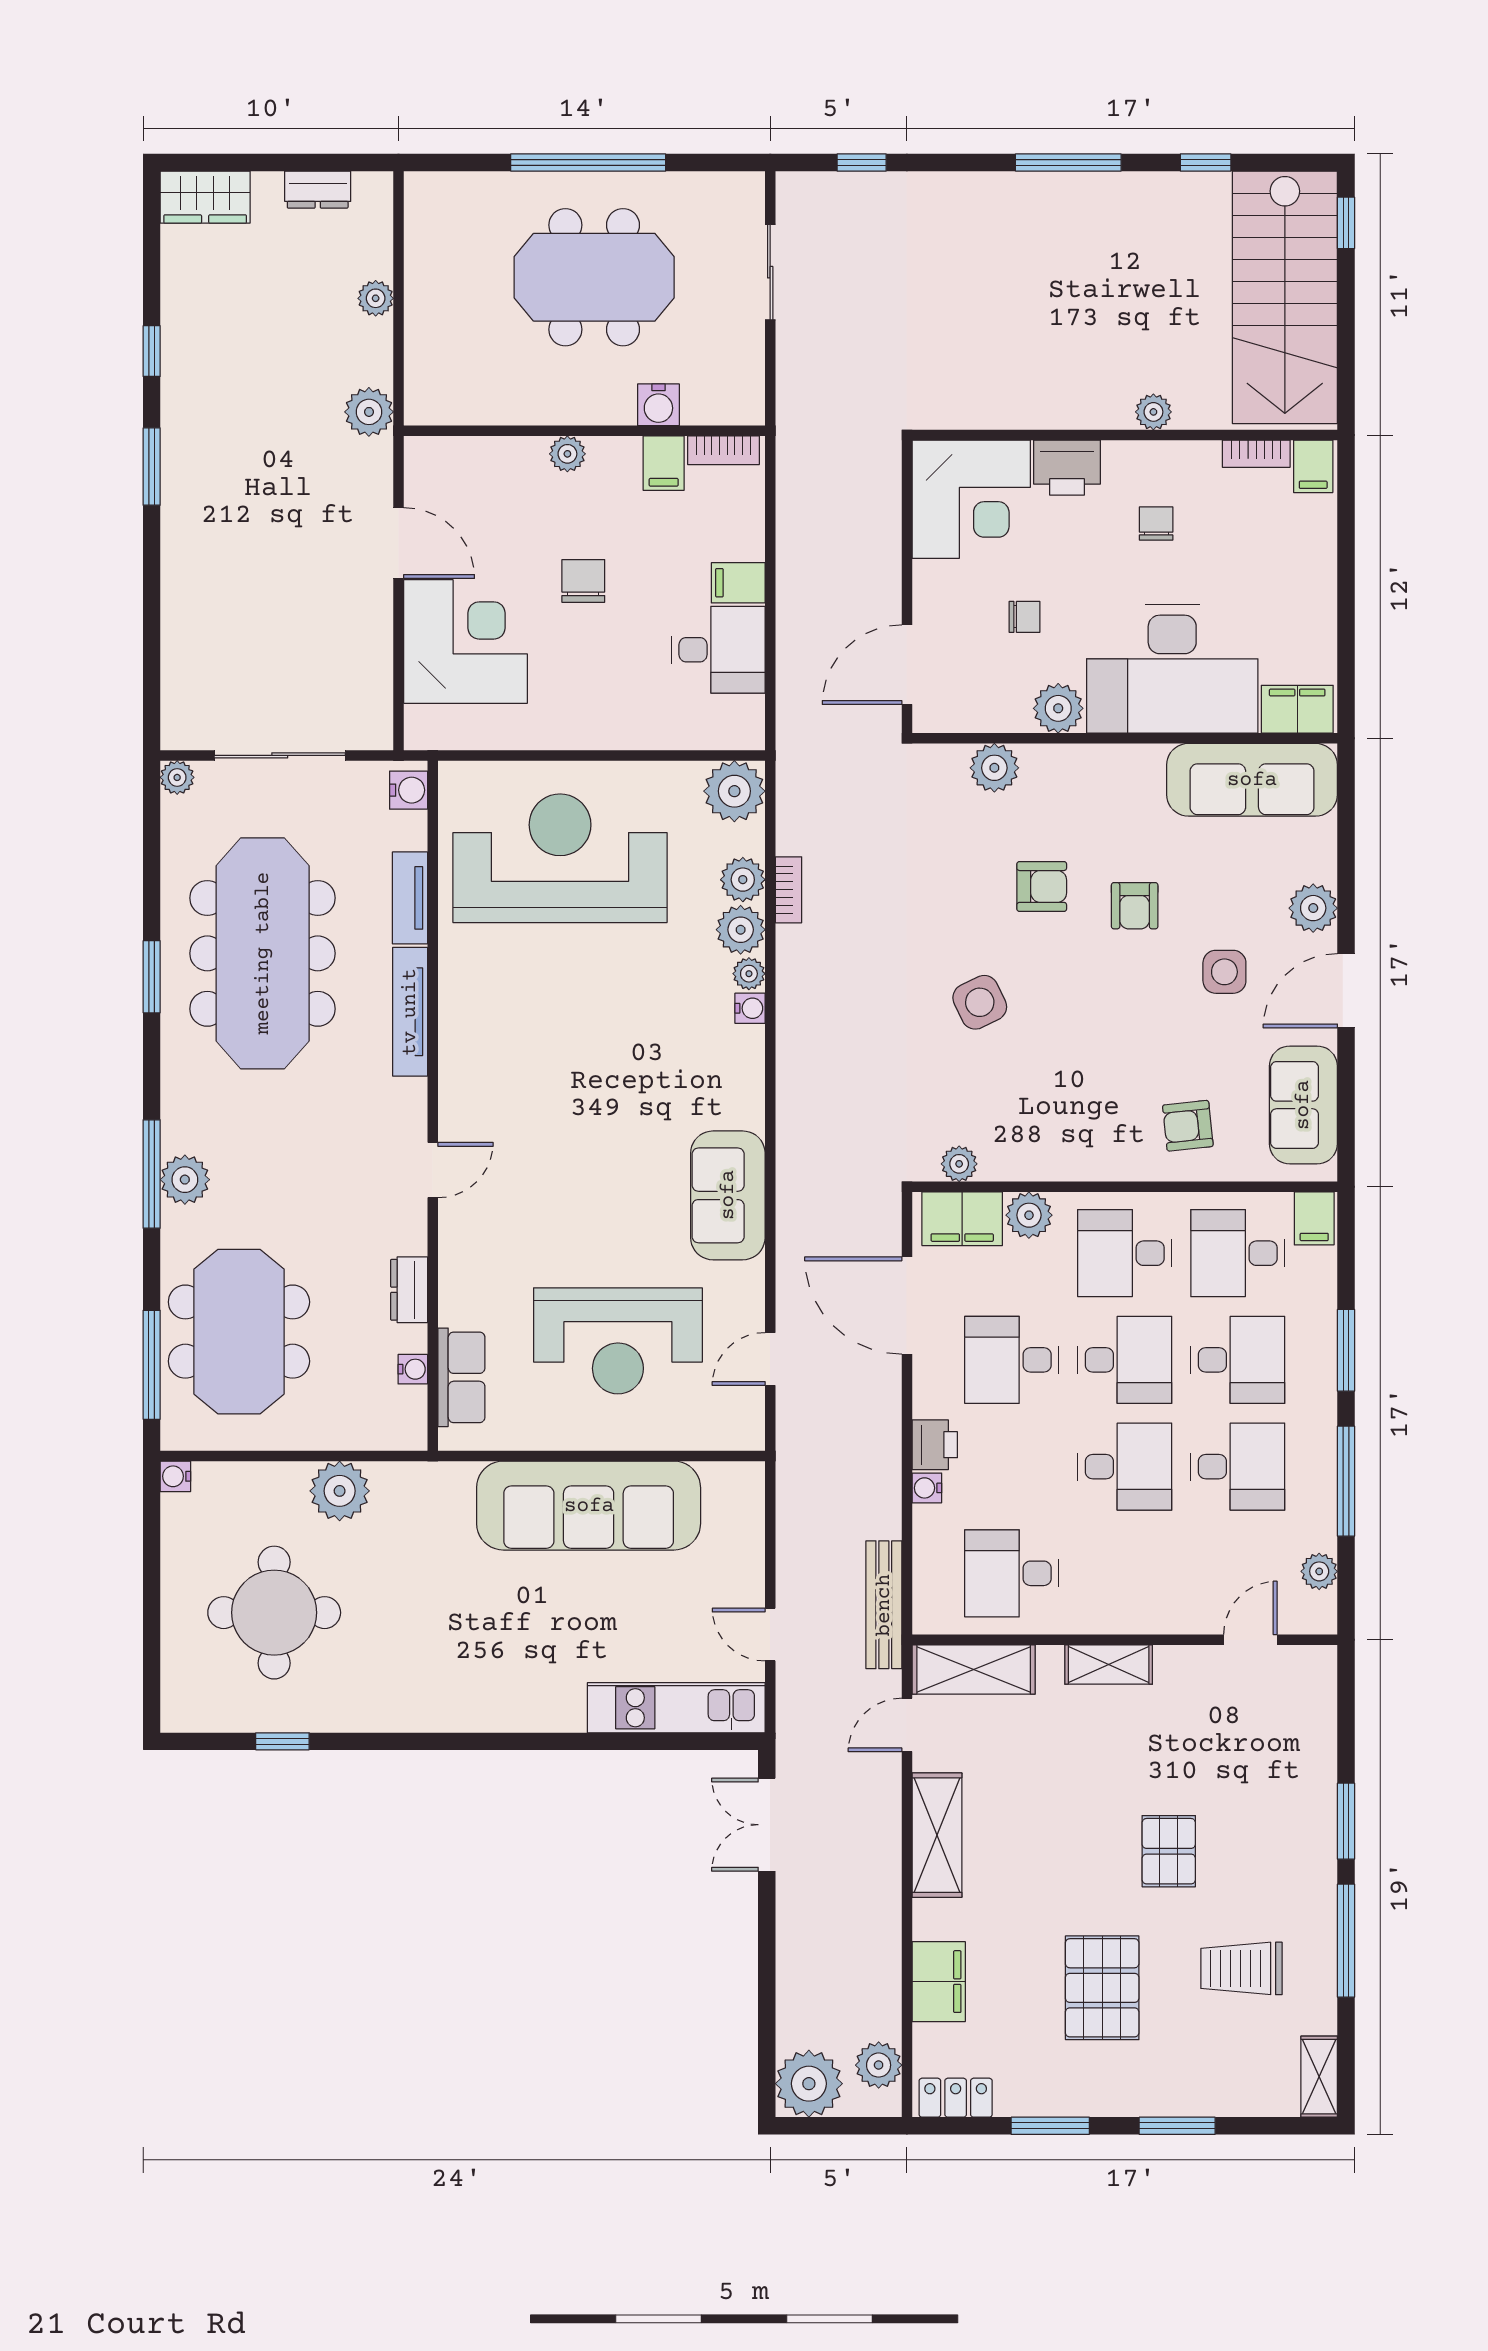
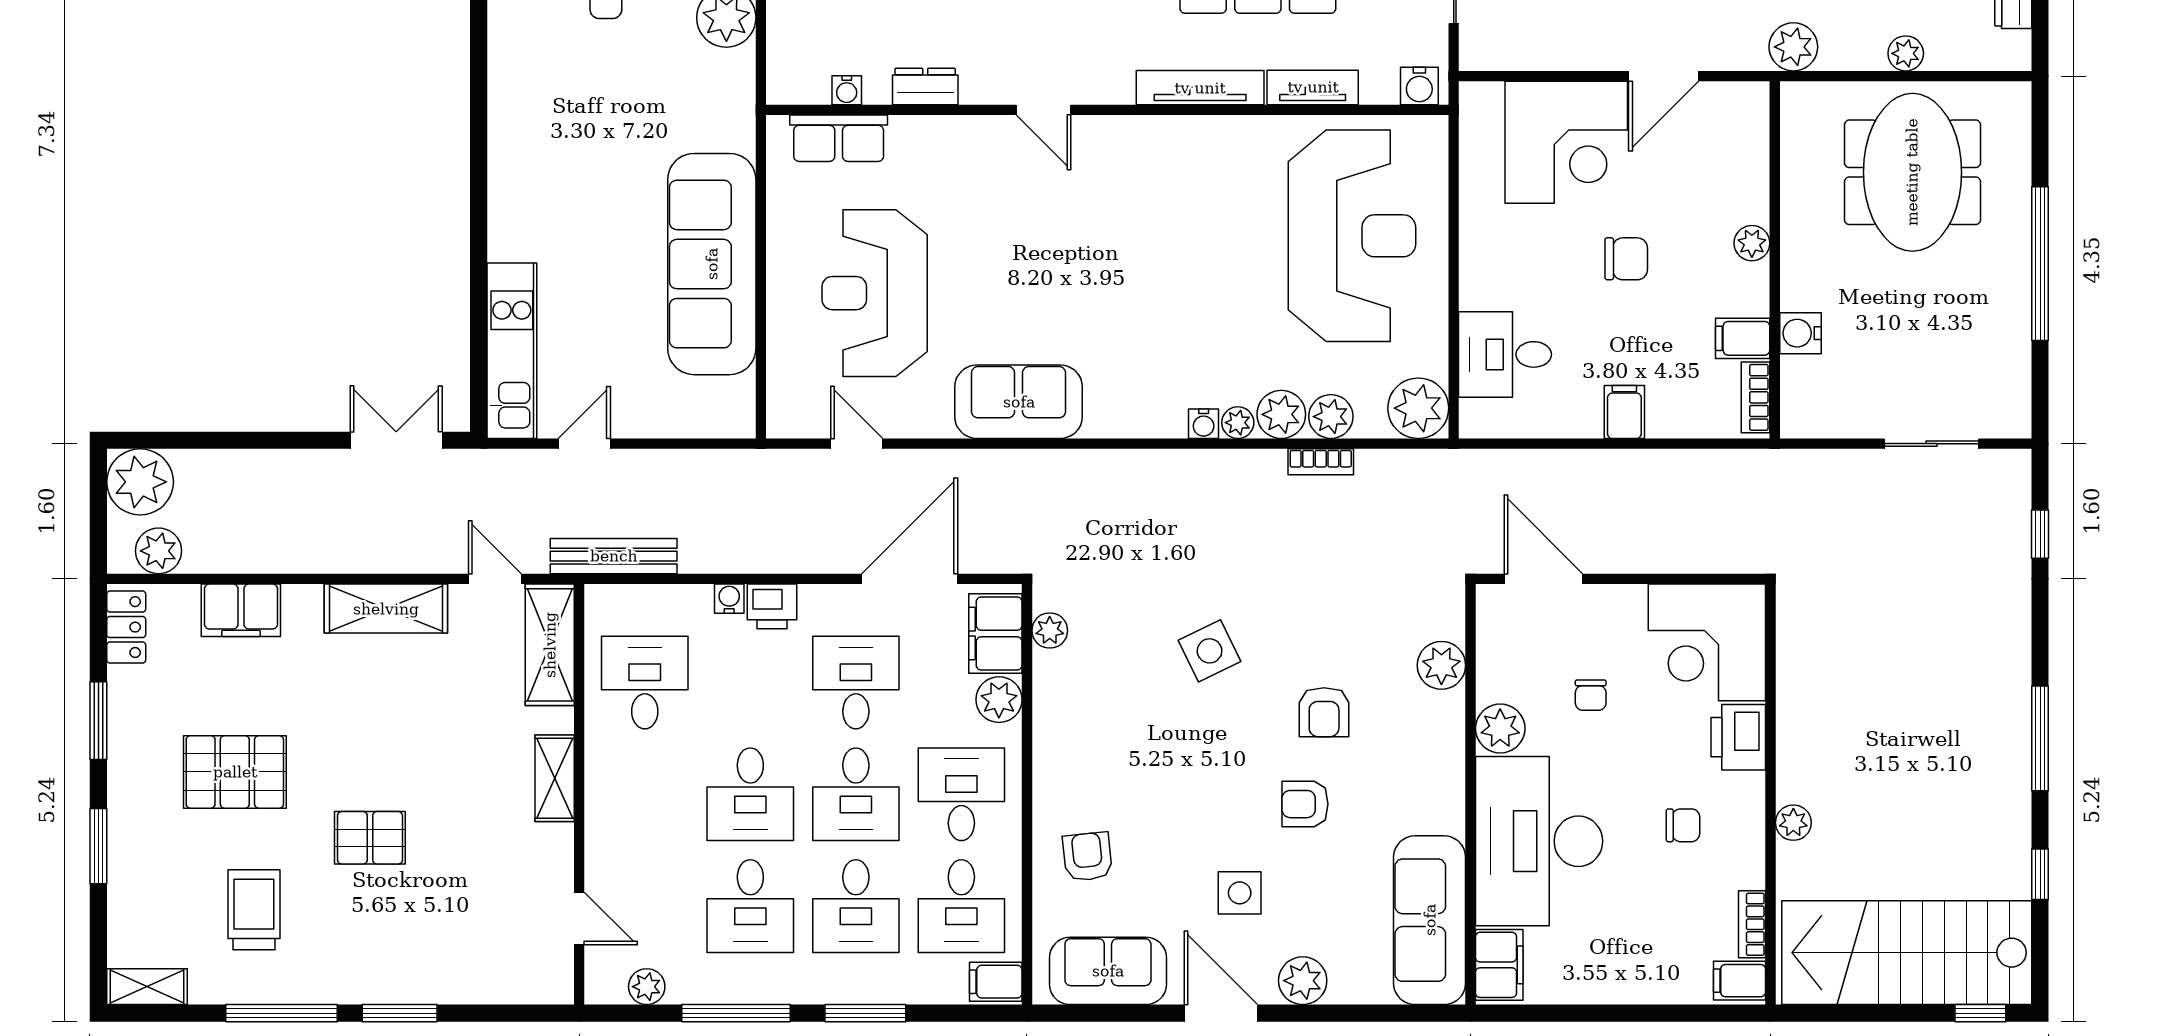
meeting table: (594, 277) -> (1912, 172), moved
desk: (718, 650) -> (1505, 354), moved, turned 90
desk: (1238, 1253) -> (961, 906), turned 180

